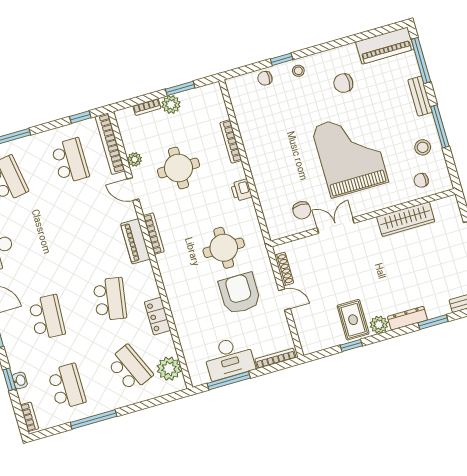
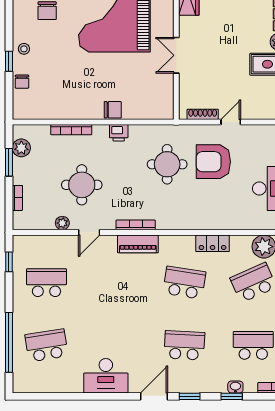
plant: (171, 104) -> (21, 148), moved
bookcase: (110, 144) -> (41, 241), removed
chair: (302, 210) -> (113, 110), moved

